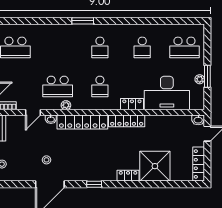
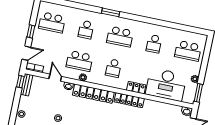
school desk: (58, 47) -> (86, 30), added
school desk: (100, 47) -> (120, 37), width x1.85
window: (207, 76) -> (198, 93), moved
door: (33, 112) -> (55, 78), swing flipped

